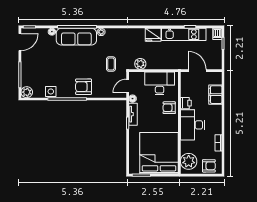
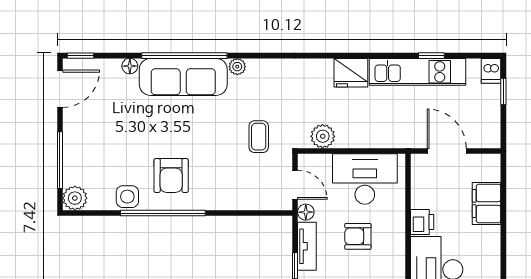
door: (128, 86) -> (295, 185), swing flipped
armchair: (84, 87) -> (171, 175), moved, turned -90
armchair: (169, 108) -> (358, 236), moved

